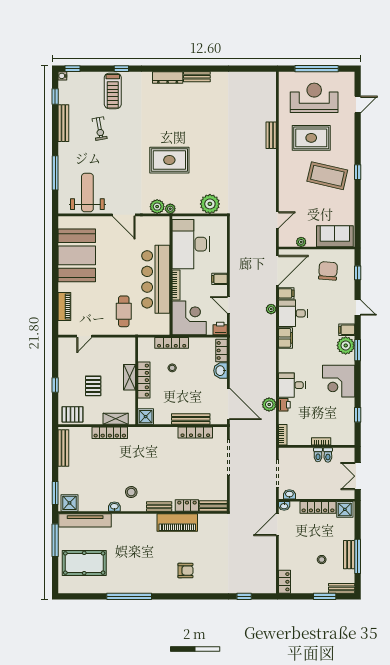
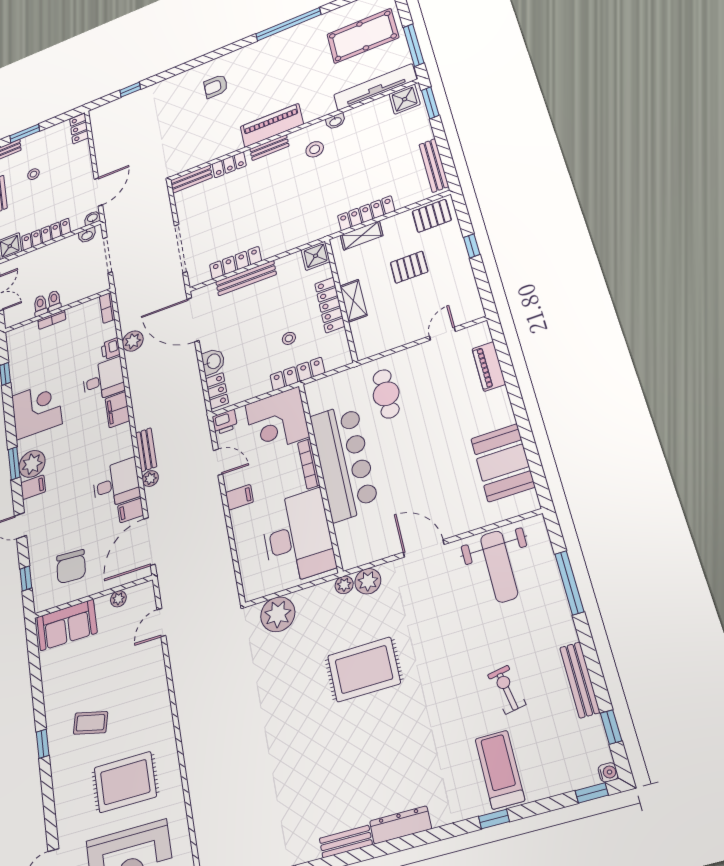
bench: (271, 135) -> (146, 450), moved
coffee table: (327, 176) -> (91, 723), width x0.54, depth x0.58
booth: (77, 255) -> (503, 463), width x0.73, depth x0.70
filing cabinet: (286, 338) -> (117, 410), moved
pallet: (93, 386) -> (409, 267), turned 90
piano: (177, 522) -> (272, 125), moved

